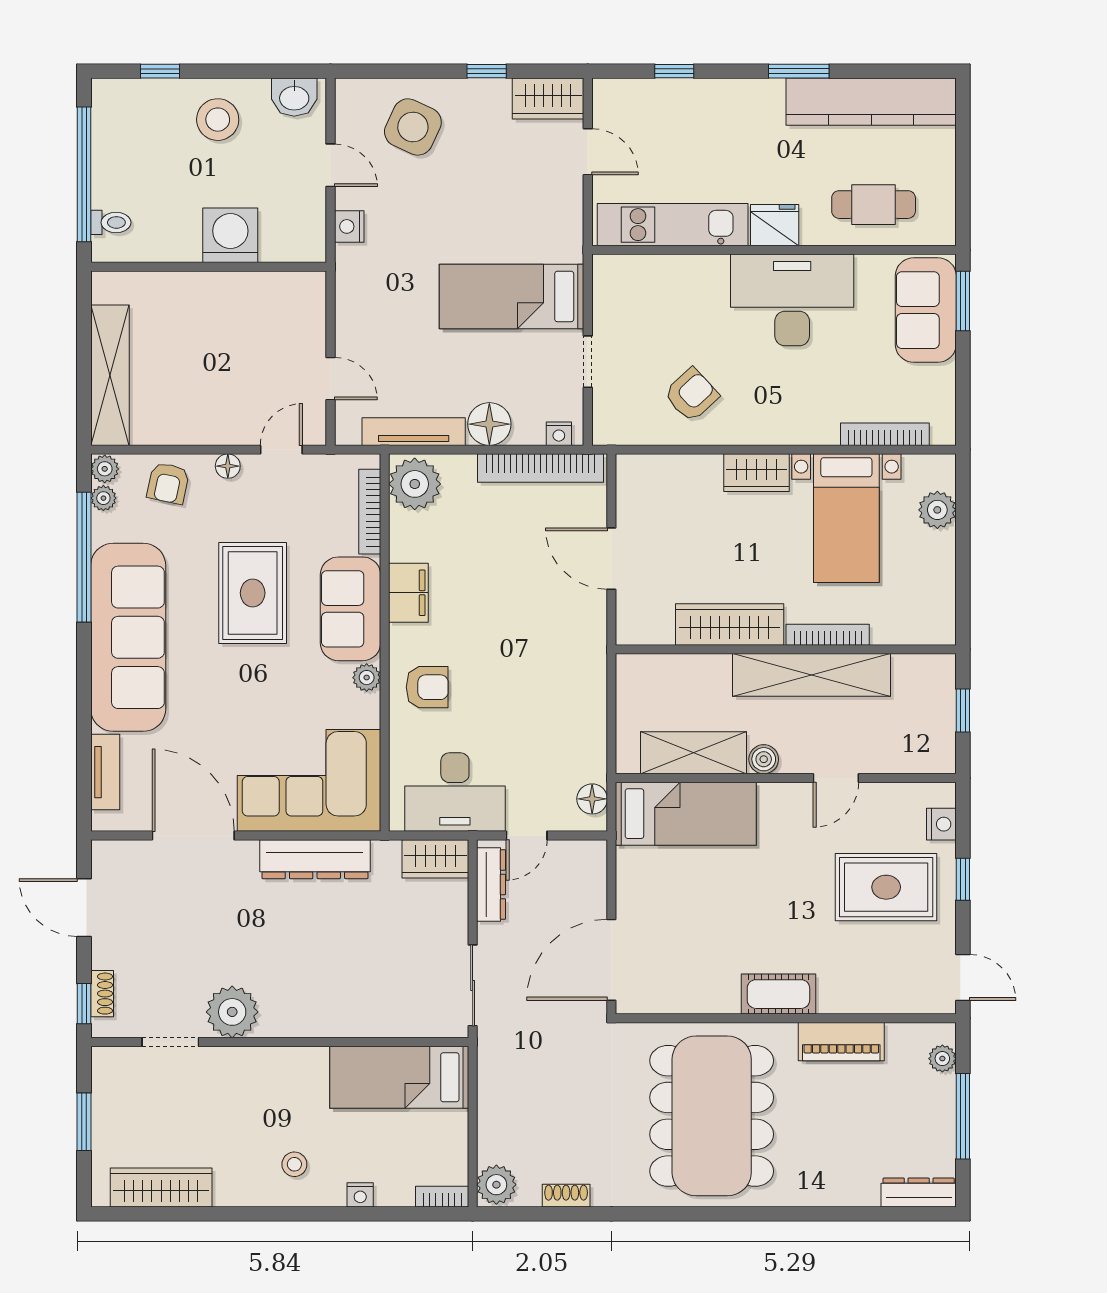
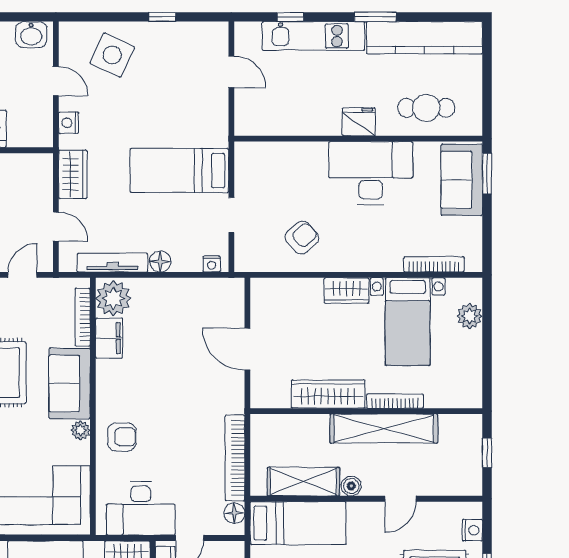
wardrobe: (548, 99) -> (73, 174), moved, turned -90
kitchen unit: (673, 225) -> (313, 36), moved, turned 180
floor lamp: (489, 424) -> (160, 261), width x0.73, depth x0.73
bookcase: (540, 468) -> (235, 458), moved, turned 90
filing cabinet: (408, 593) -> (109, 338), moved

